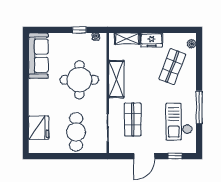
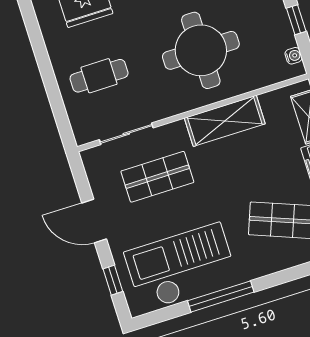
checkout: (179, 122) -> (181, 267), width x1.36, depth x1.21
cafe table: (76, 132) -> (99, 76), width x0.73, depth x0.74

